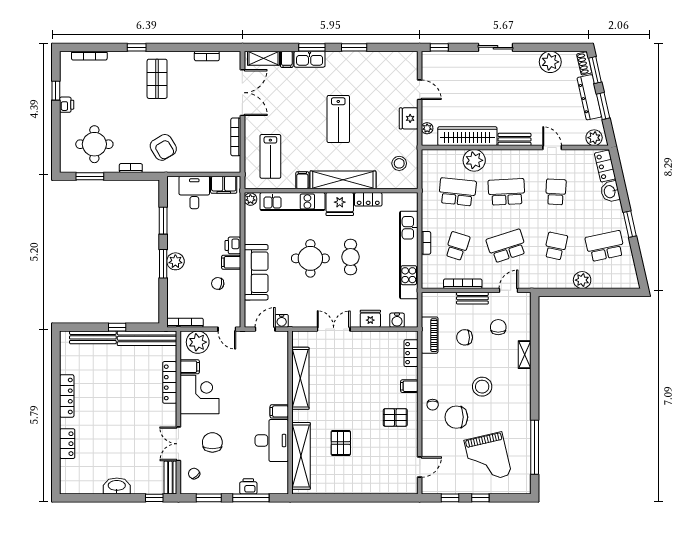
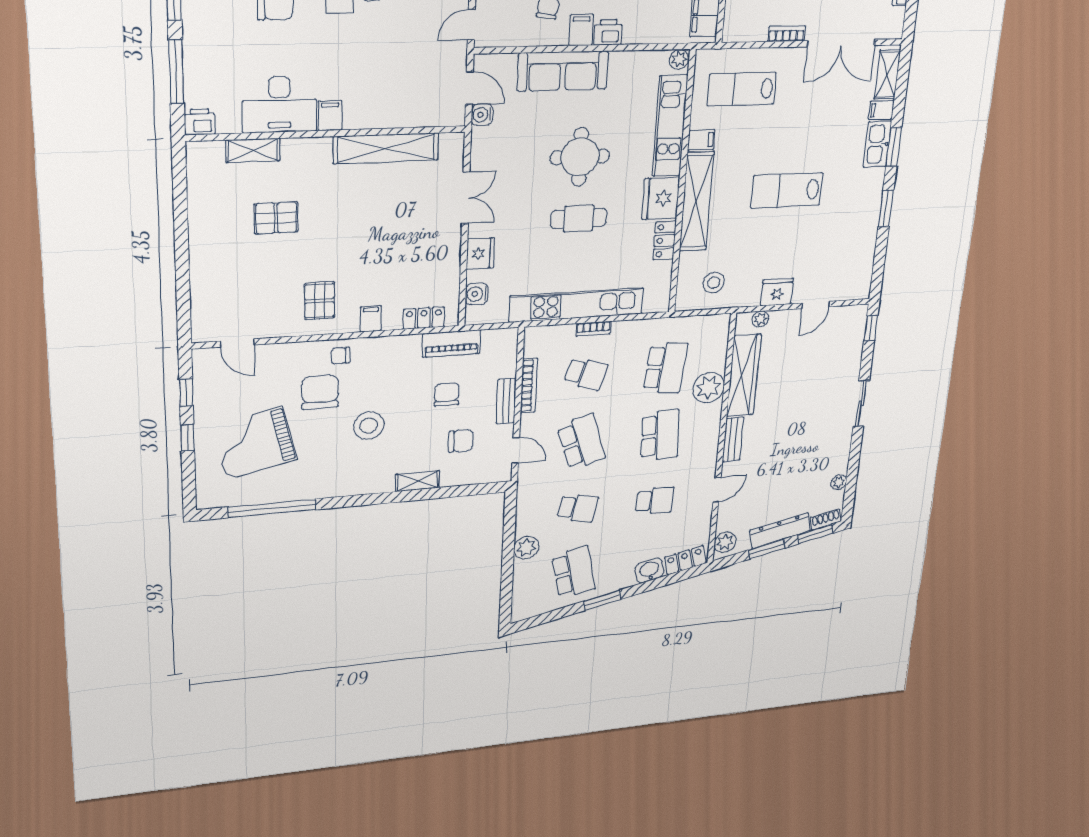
plant: (550, 62) -> (839, 482), width x0.53, depth x0.53
bookcase: (236, 137) -> (787, 34), width x0.64
shelving: (301, 456) -> (253, 150), width x0.45, depth x0.75
printer: (248, 486) -> (200, 122), moved, turned -90

